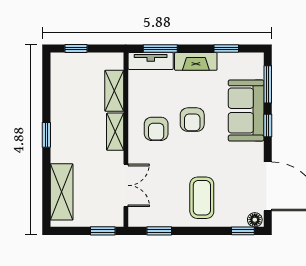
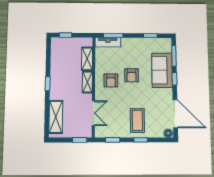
fireplace: (196, 61) -> (133, 43), removed
window: (243, 231) -> (141, 140), moved

